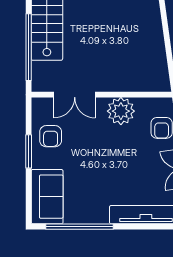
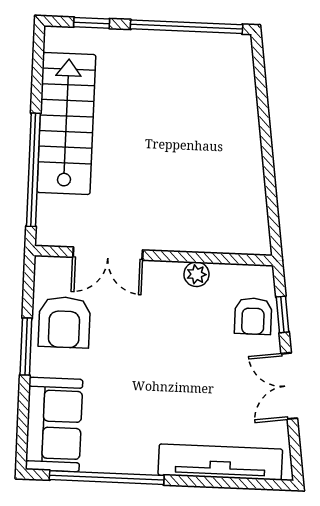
plant: (121, 111) -> (196, 274), width x0.53, depth x0.53
armchair: (51, 136) -> (64, 322), width x1.38, depth x1.38

